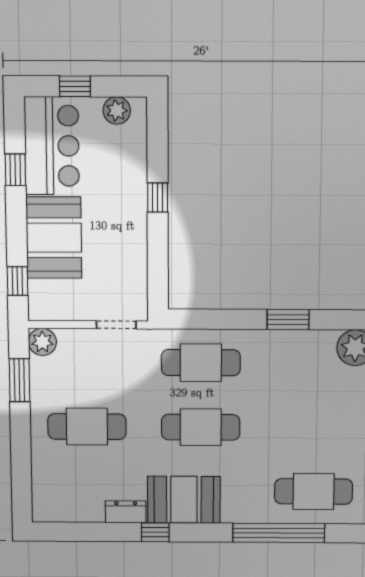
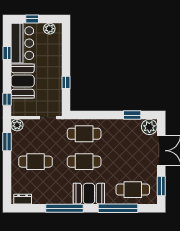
window: (158, 197) -> (66, 82), moved
window: (288, 320) -> (132, 115), moved
booth: (184, 500) -> (89, 194), moved
dresser: (126, 512) -> (23, 199), moved
window: (155, 532) -> (65, 208), width x3.17

